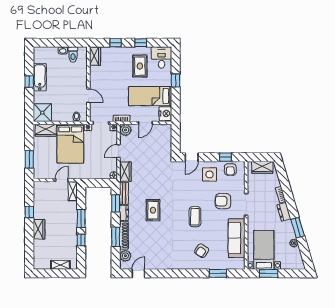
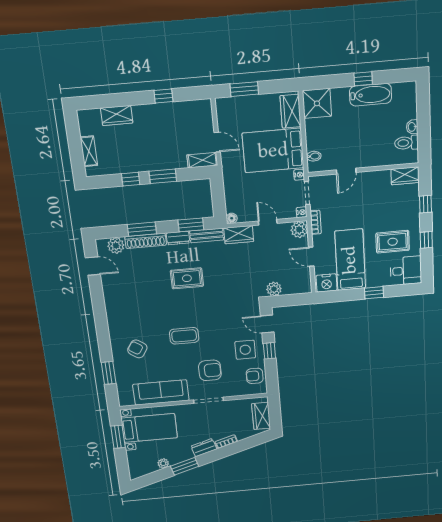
plant: (166, 150) -> (274, 289), added
window: (226, 157) -> (269, 351), moved
armchair: (223, 201) -> (210, 370), turned 90
wardrobe: (39, 229) -> (117, 116), moved

